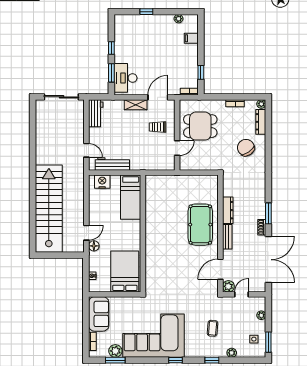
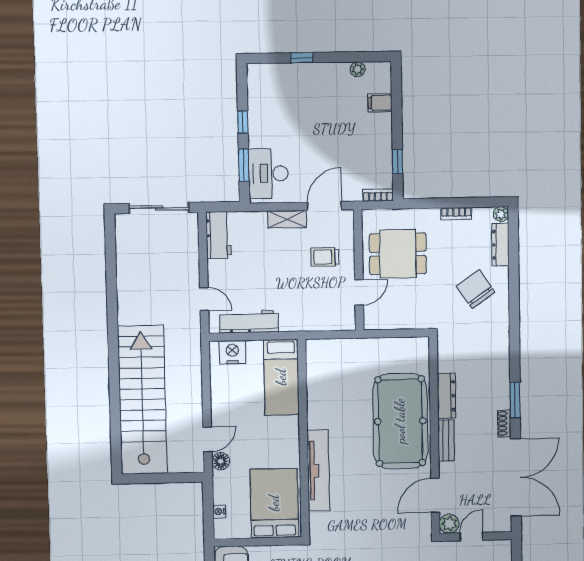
pool table: (200, 225) -> (400, 421), width x1.36, depth x1.32
tv unit: (151, 253) -> (318, 470), added

